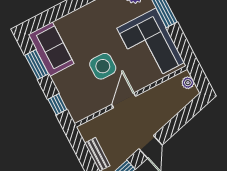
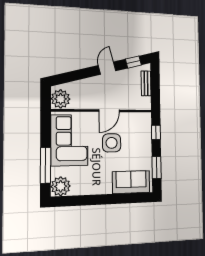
sofa: (51, 49) -> (131, 182), moved, turned 90
plant: (188, 83) -> (61, 99), width x1.88, depth x1.88

